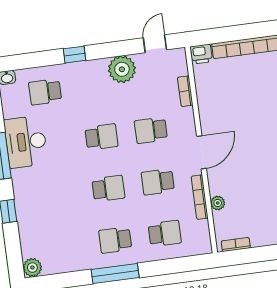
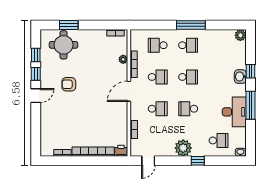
plant: (122, 69) -> (183, 148), moved
school desk: (108, 188) -> (188, 77), turned 180
washbasin: (24, 200) -> (240, 77), added

